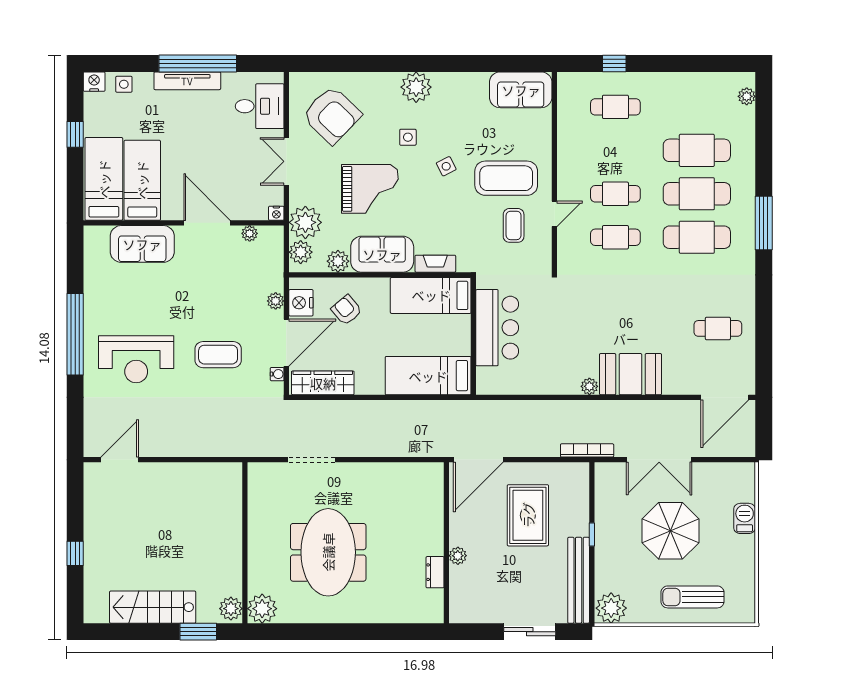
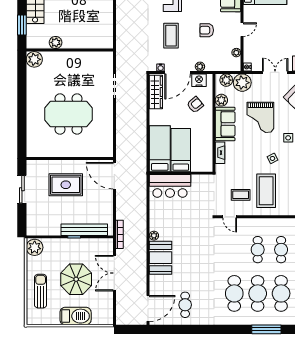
door: (554, 214) -> (230, 217), moved
door: (207, 223) -> (242, 30), width x0.53
window: (764, 223) -> (266, 329), moved
cafe table: (615, 237) -> (281, 250), moved
armchair: (208, 288) -> (207, 30), added
bed: (431, 295) -> (181, 150), moved
bar counter: (497, 328) -> (170, 186), moved
door: (286, 343) -> (178, 72), hinge flipped
door: (725, 397) -> (148, 308), swing flipped
rug: (528, 515) -> (66, 185), moved
barbecue: (745, 518) -> (76, 316), width x1.88, depth x1.53
meeting table: (328, 552) -> (69, 114), moved
plant: (458, 556) -> (63, 165), removed
dresser: (435, 572) -> (54, 152), removed
bench: (579, 580) -> (84, 230), moved
plant: (231, 609) -> (56, 42), moved
sliding door: (530, 632) -> (22, 189), moved

